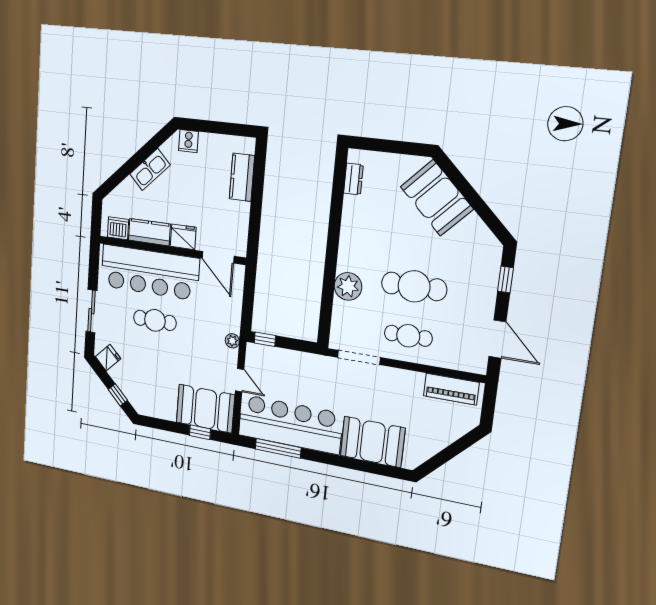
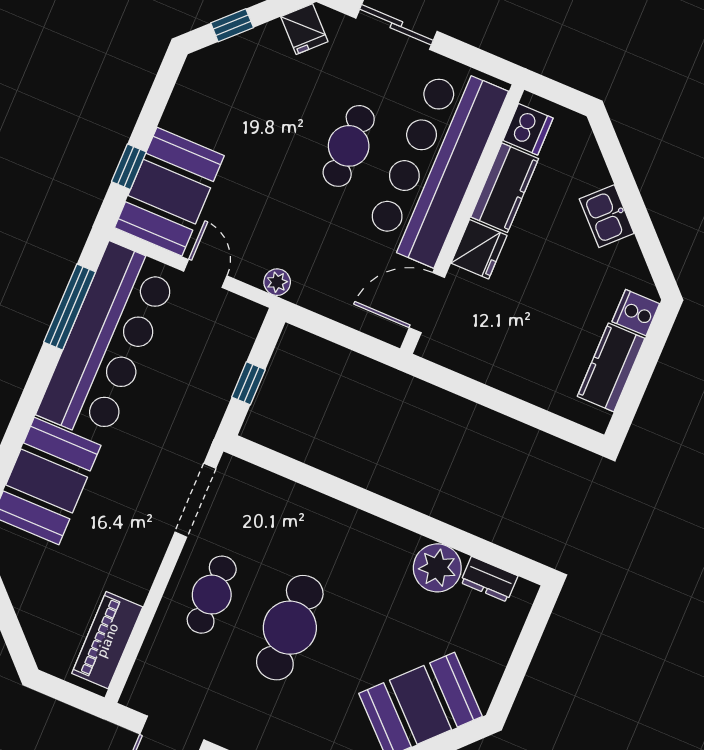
kitchen sink: (150, 169) -> (607, 216), width x0.73
kitchen counter: (242, 177) -> (611, 367), moved, turned -90
plant: (348, 286) -> (437, 568), moved
window: (265, 339) -> (248, 383), moved
door: (240, 380) -> (205, 274), swing flipped

